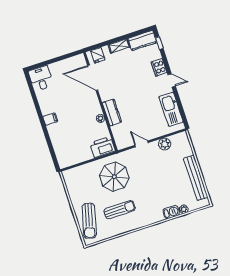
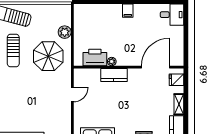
plant: (165, 144) -> (65, 32), moved
printer: (103, 147) -> (95, 57), moved, turned -90

